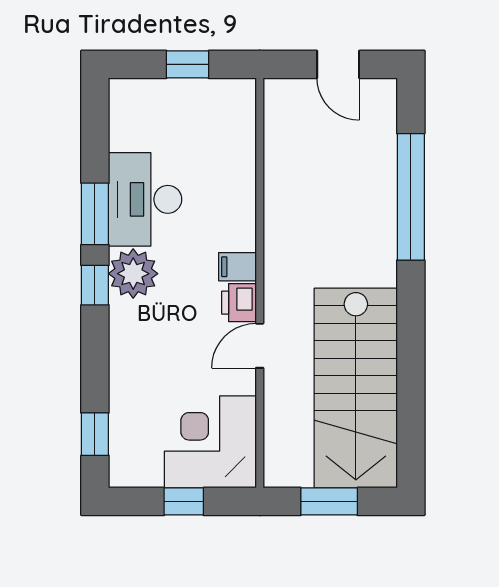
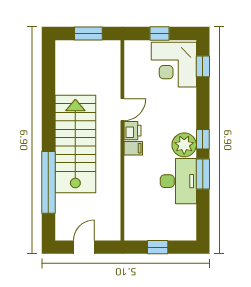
door: (338, 64) -> (84, 247), hinge flipped
stairs: (356, 388) -> (75, 144), moved
corner desk: (210, 442) -> (174, 65), moved, turned 90

